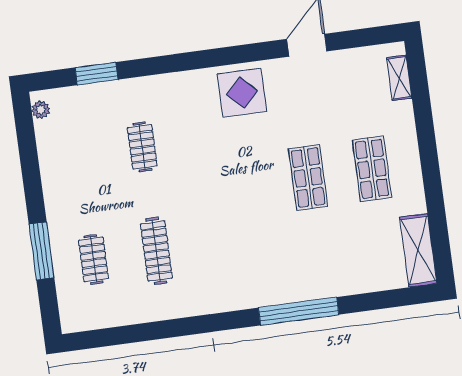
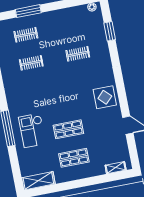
clothes rail: (156, 251) -> (31, 63), width x0.73
checkout: (306, 257) -> (32, 130), added

